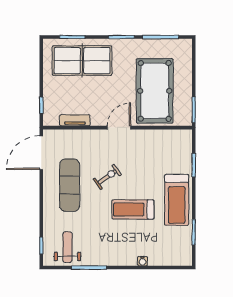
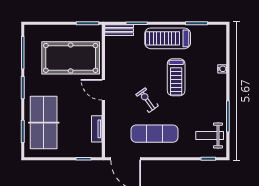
bench: (186, 145) -> (119, 30), added
treadmill: (177, 200) -> (168, 38), turned 180

